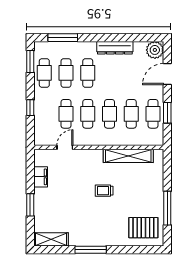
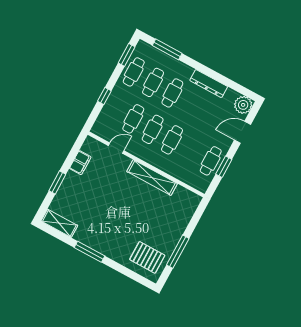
cafe table: (131, 114) -> (191, 150), removed
shelving: (128, 156) -> (152, 178), moved
trolley: (104, 191) -> (130, 206), removed

